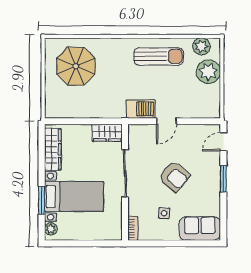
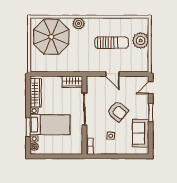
plant: (201, 46) -> (79, 24), moved
sun lounger: (159, 56) -> (112, 43), moved
parasol: (76, 66) -> (51, 37), width x1.36, depth x1.36
barbecue: (141, 109) -> (95, 66), removed
door: (166, 121) -> (112, 74), hinge flipped
sofa: (200, 229) -> (141, 133), moved, turned -90

